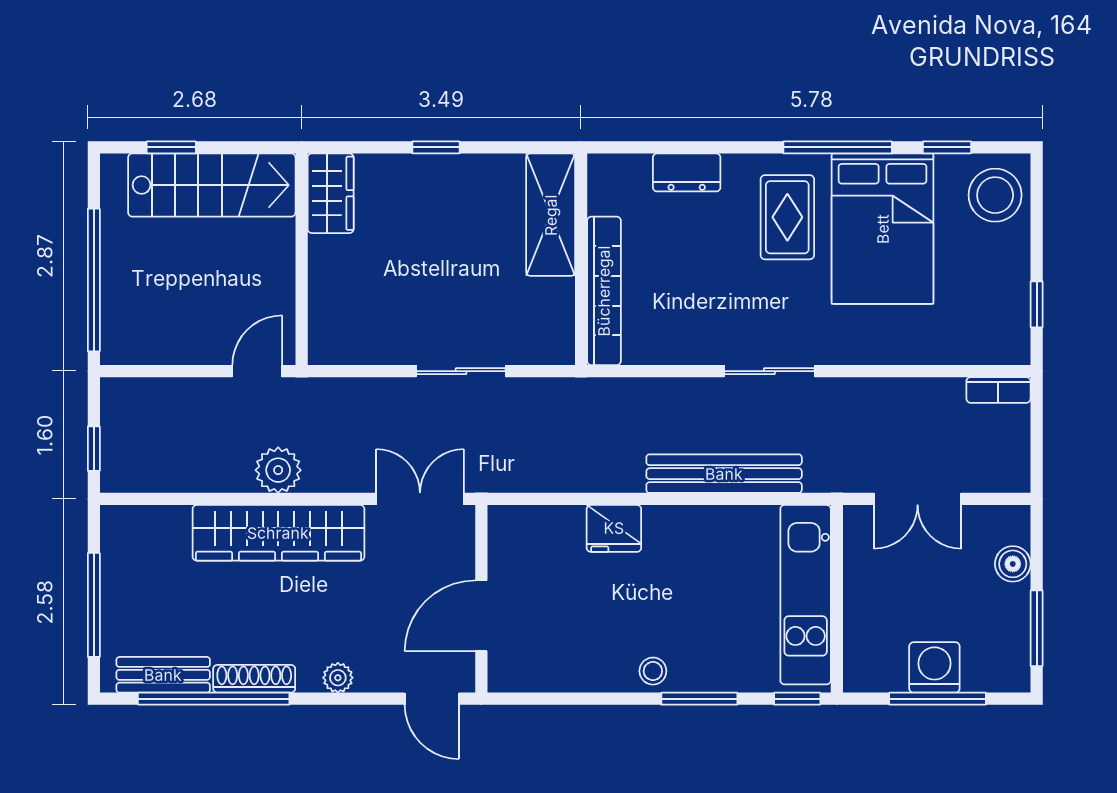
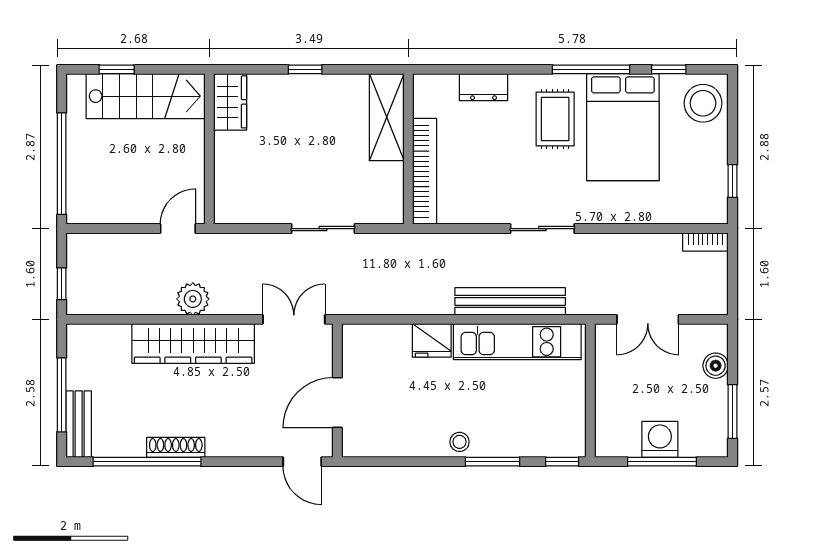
kitchen unit: (806, 595) -> (517, 342), moved, turned -90
bench: (163, 675) -> (79, 424), moved, turned 90
plant: (338, 678) -> (235, 447), removed

